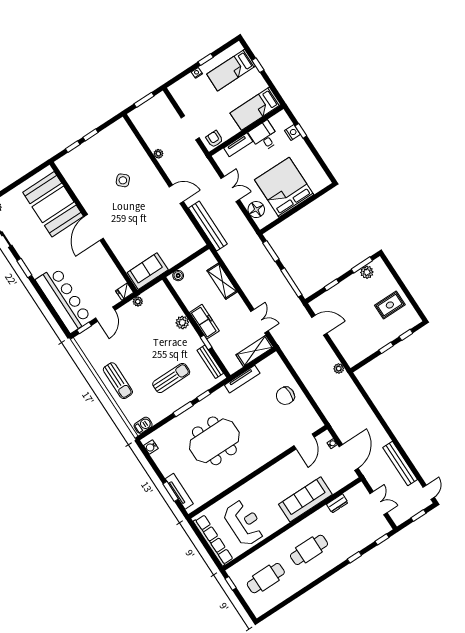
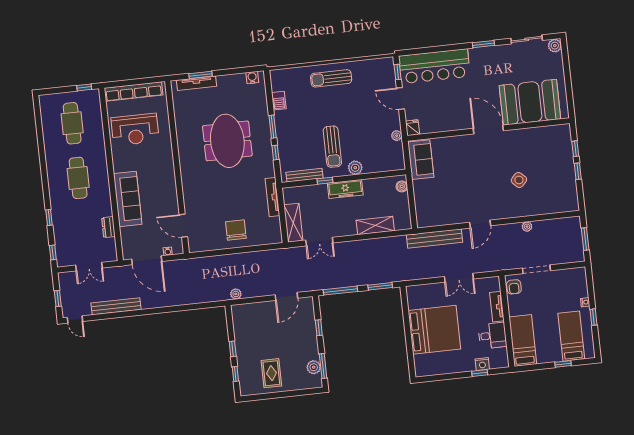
armchair: (214, 139) -> (514, 287), turned 90
floor lamp: (256, 210) -> (427, 293), removed
sun lounger: (171, 378) -> (332, 147), moved
barbecue: (143, 425) -> (279, 101), moved

